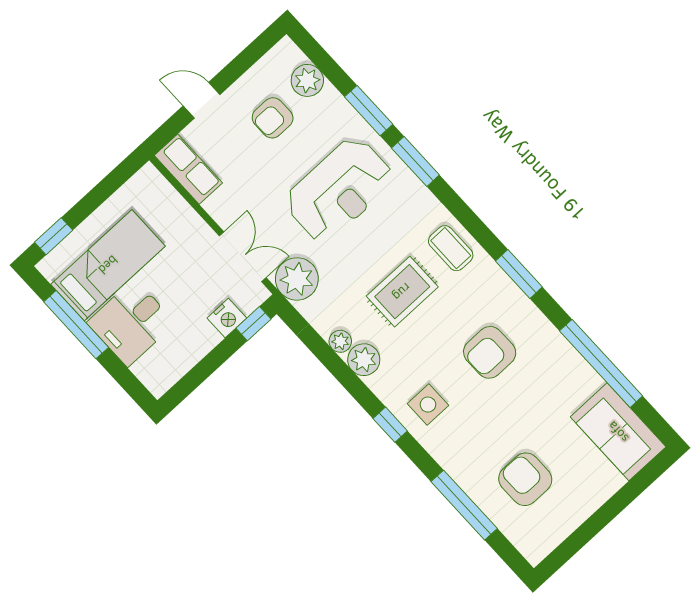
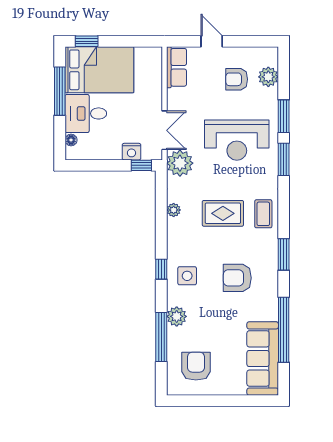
bed: (108, 265) -> (99, 70), width x1.50
plant: (364, 360) -> (177, 316), moved
floor lamp: (143, 370) -> (71, 140), added
sofa: (618, 432) -> (263, 358), width x1.36
armchair: (525, 479) -> (196, 366), moved

